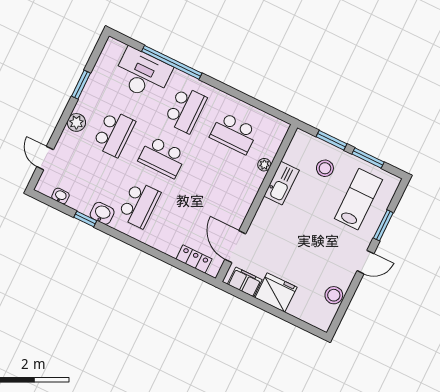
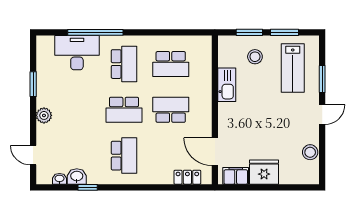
school desk: (114, 134) -> (171, 110), moved, turned -90
plant: (264, 165) -> (206, 77), removed
lab bench: (358, 199) -> (293, 68), turned 180
washbasin: (102, 213) -> (77, 176), moved

